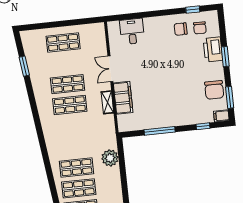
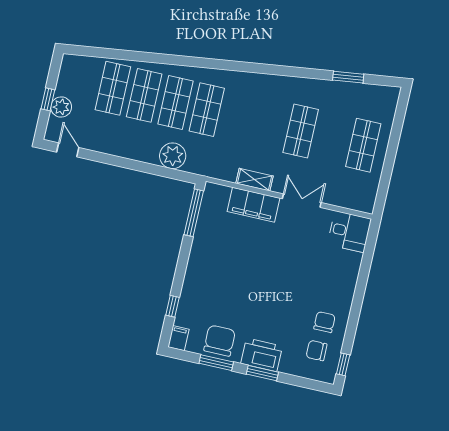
window: (193, 10) -> (343, 364), moved
desk: (132, 31) -> (349, 232), moved
printer: (213, 49) -> (262, 355), moved
chair: (214, 90) -> (220, 341), turned 90
window: (230, 97) -> (216, 363), moved
shop shelf: (70, 105) -> (207, 110), moved
window: (160, 131) -> (194, 213), moved

